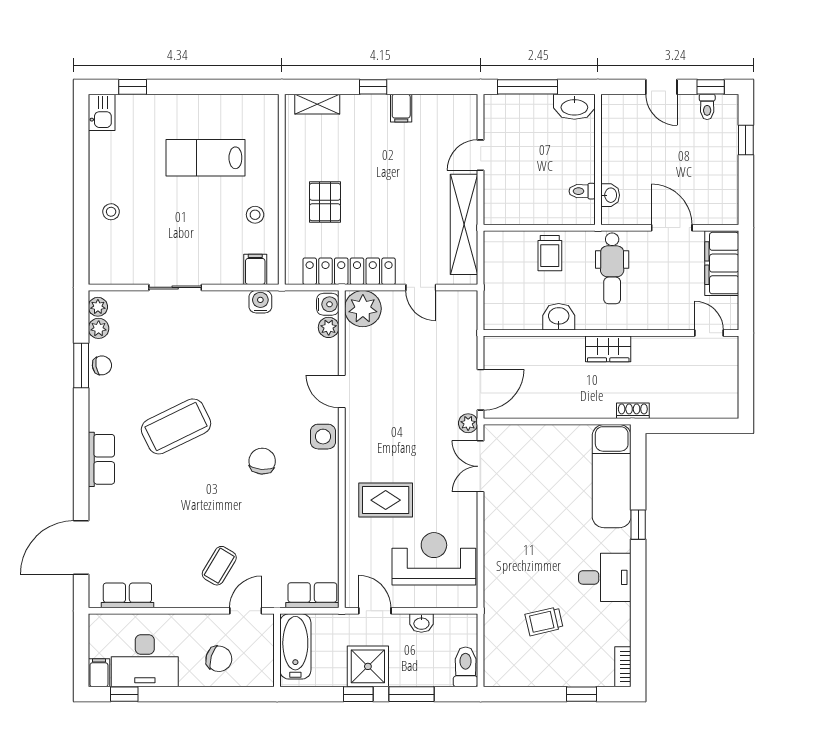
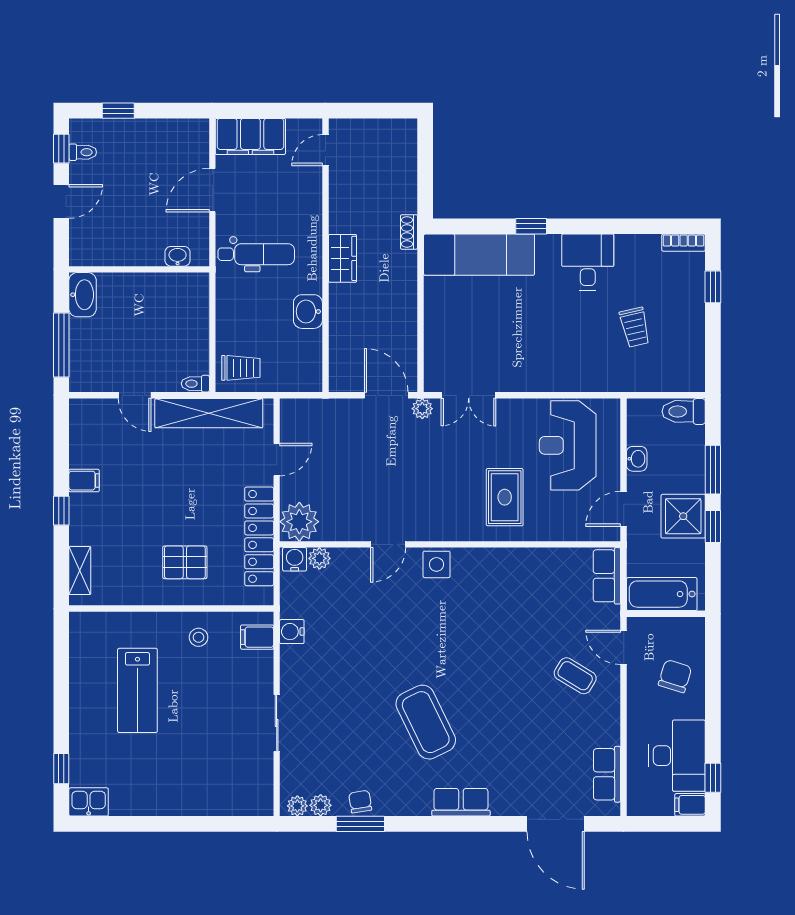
toilet: (582, 191) -> (195, 384), moved, turned 90
stool: (111, 212) -> (195, 792), removed
trolley: (550, 253) -> (241, 368), moved
chair: (262, 461) -> (463, 630), removed

